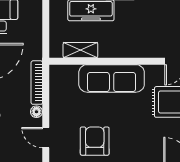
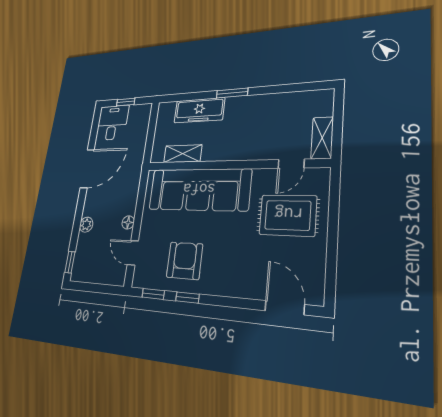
sofa: (112, 78) -> (199, 190), width x1.36, depth x1.27
bookcase: (37, 83) -> (134, 190), removed

